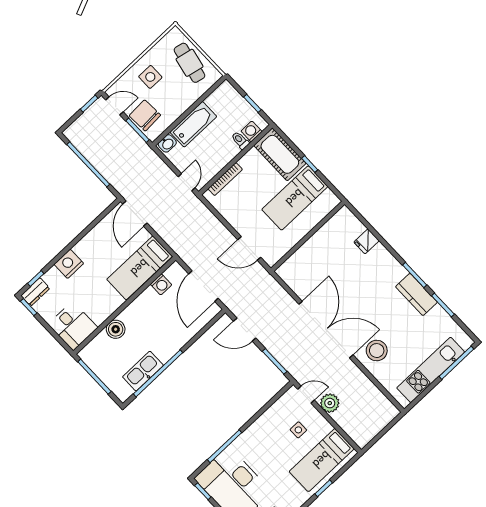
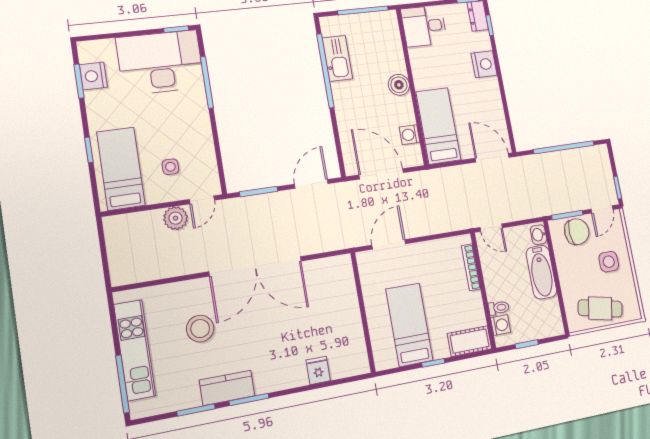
cot: (280, 154) -> (470, 341), width x0.73, depth x0.75
boiler: (116, 329) -> (399, 85), moved
stool: (377, 351) -> (200, 329), moved

